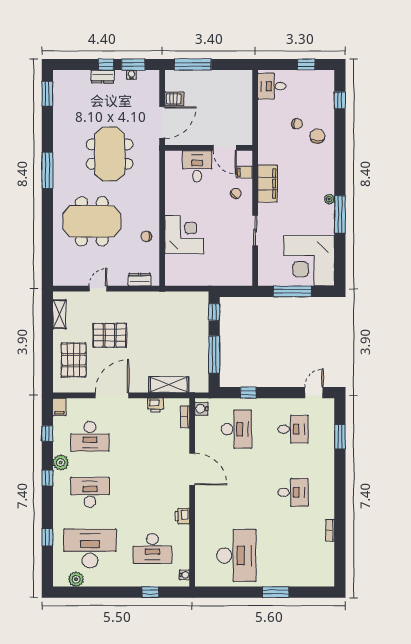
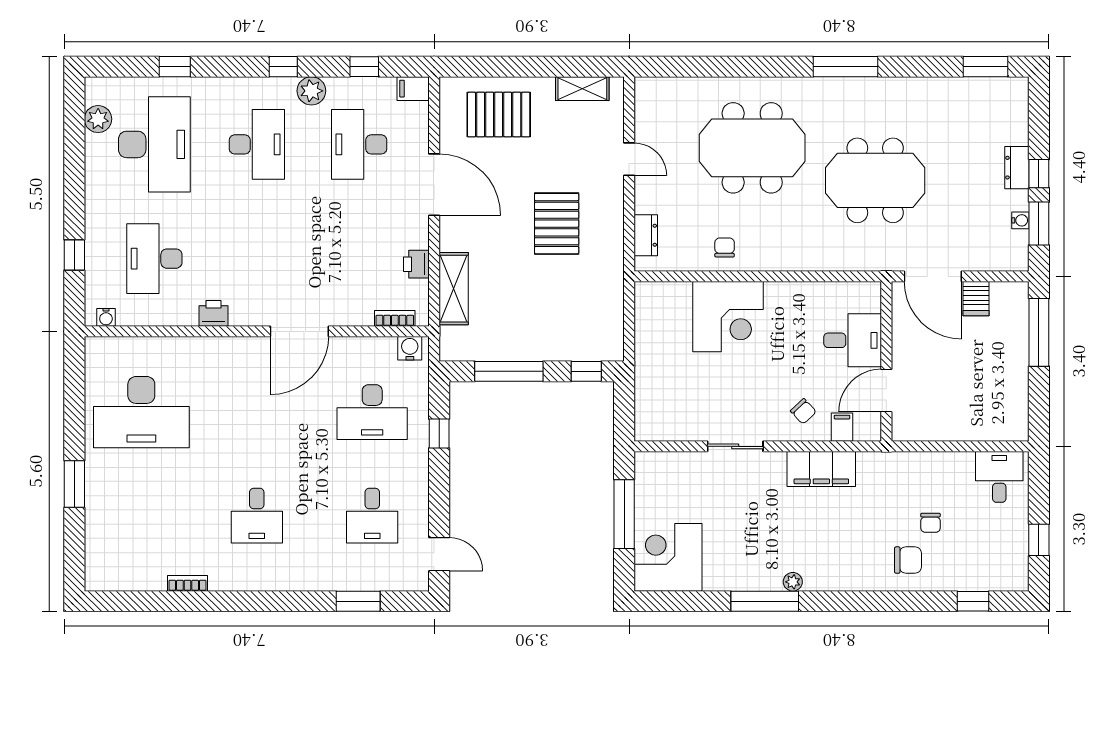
meeting table: (92, 221) -> (752, 148), turned 90
corner desk: (309, 261) -> (668, 557), width x0.74, depth x0.74
pallet: (110, 335) -> (557, 224), moved

